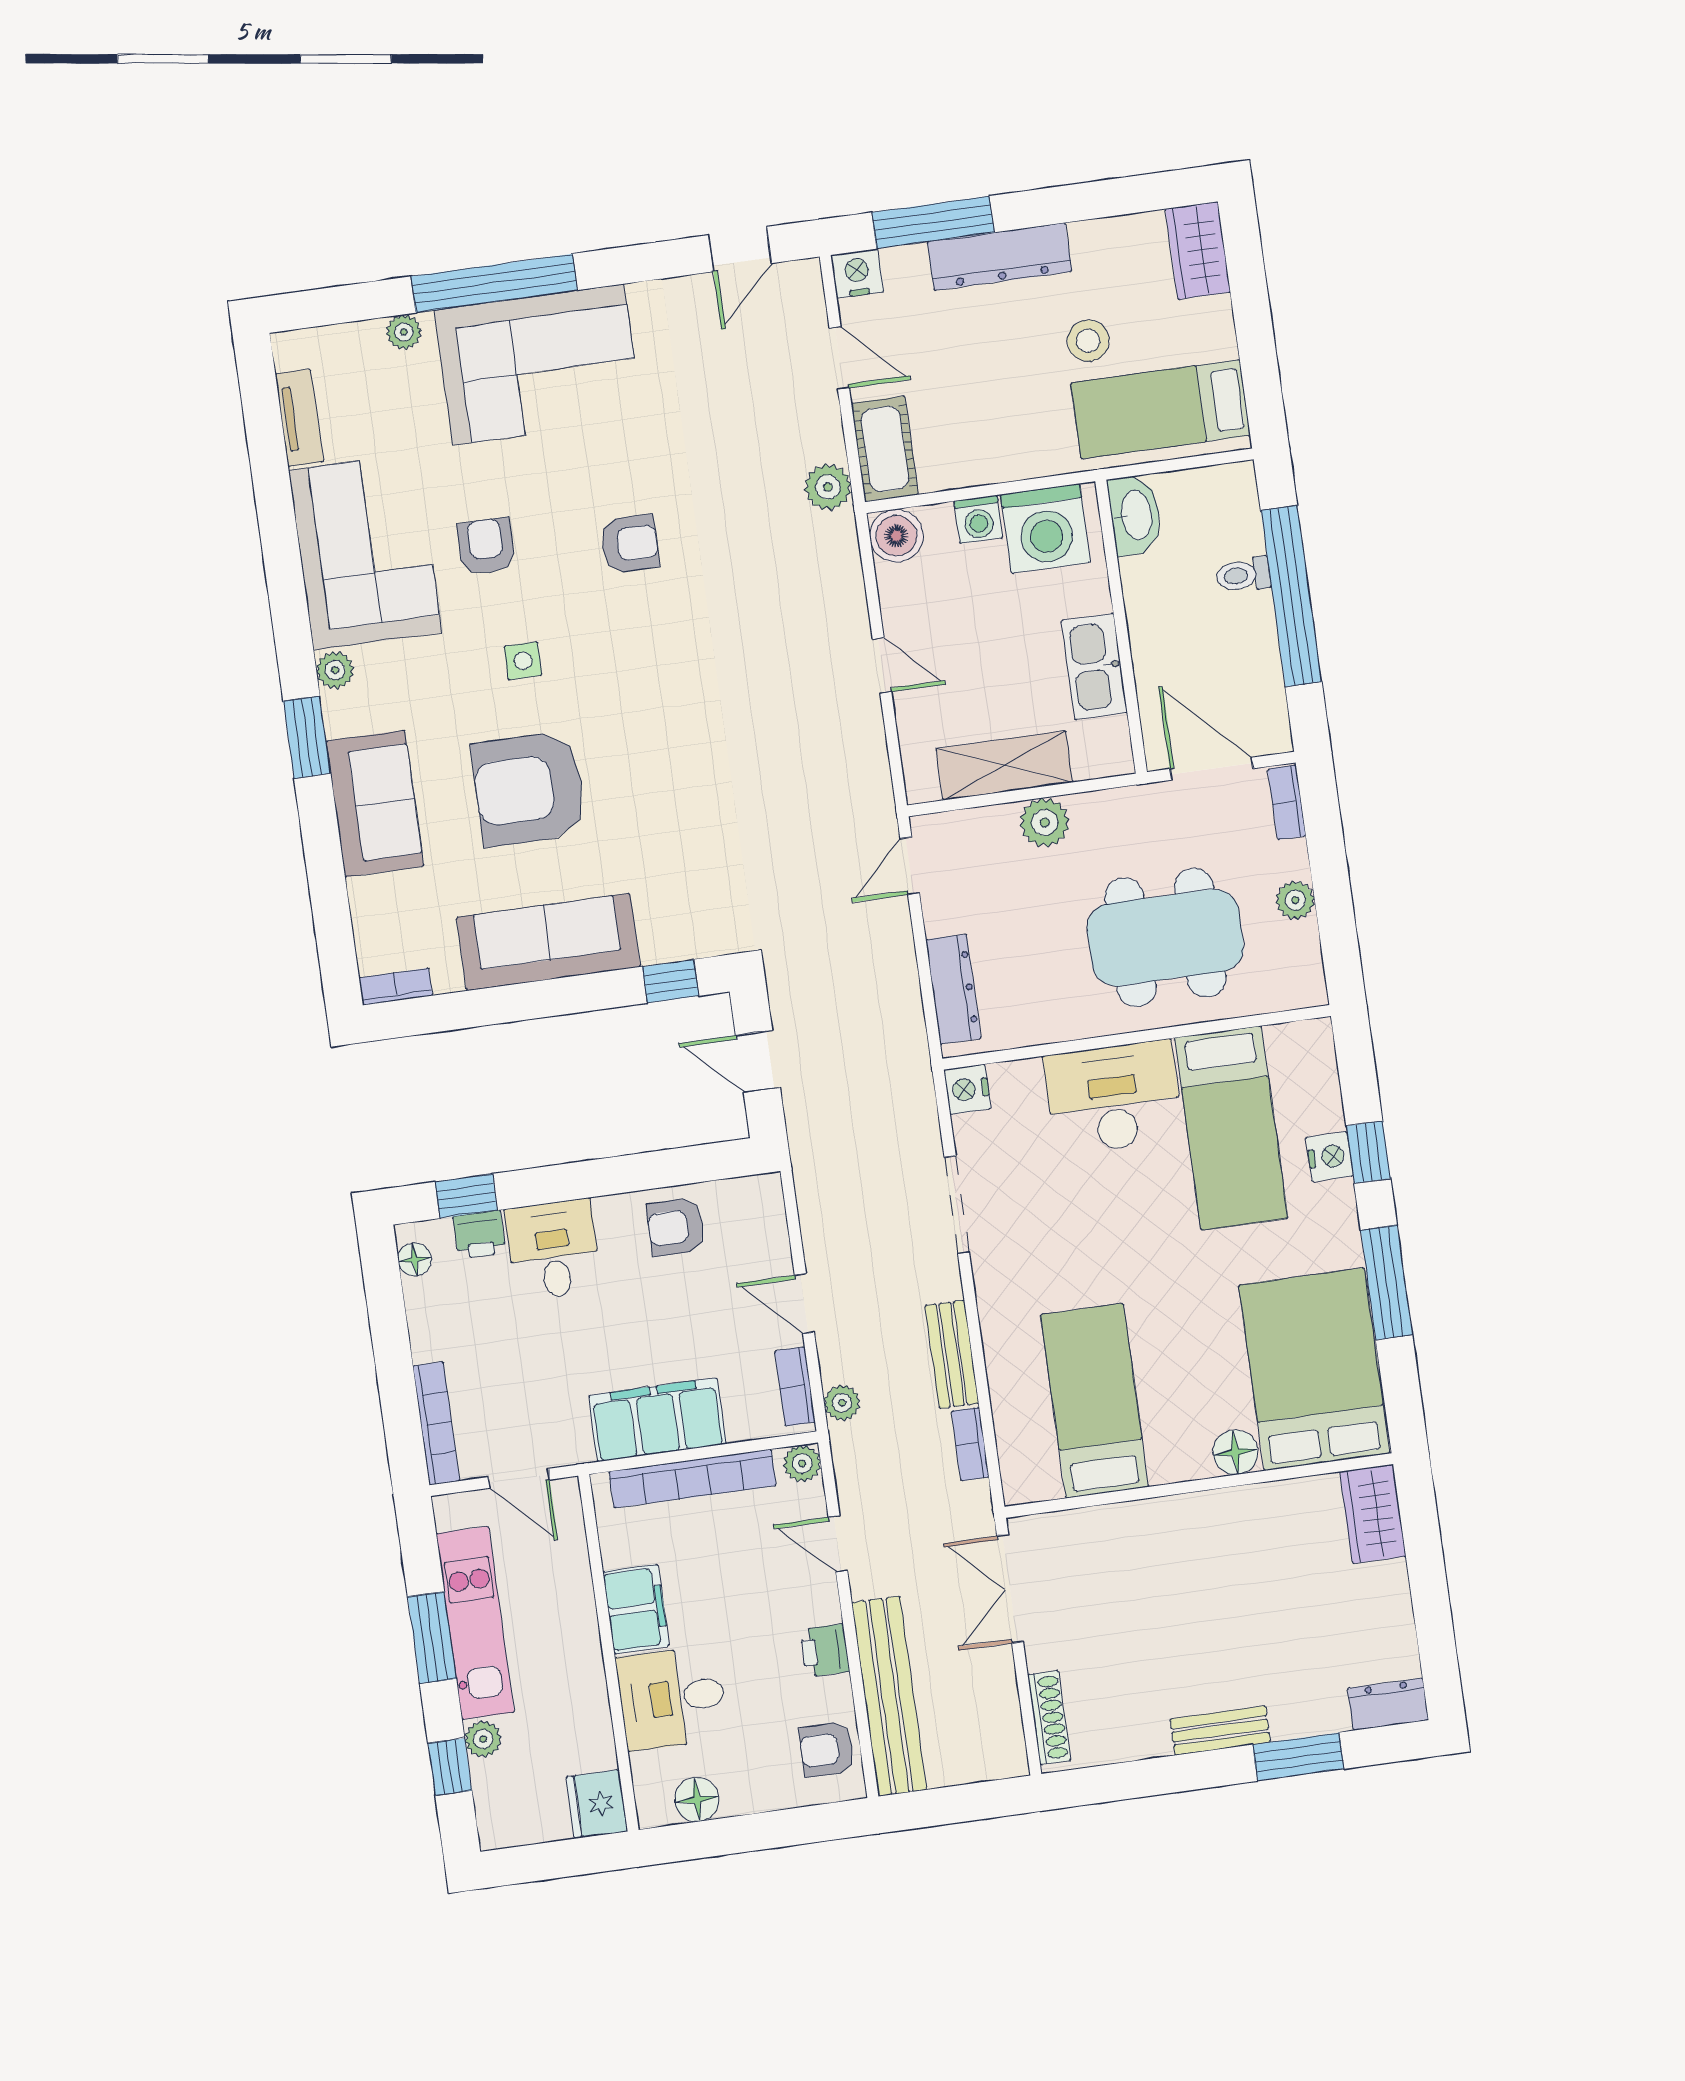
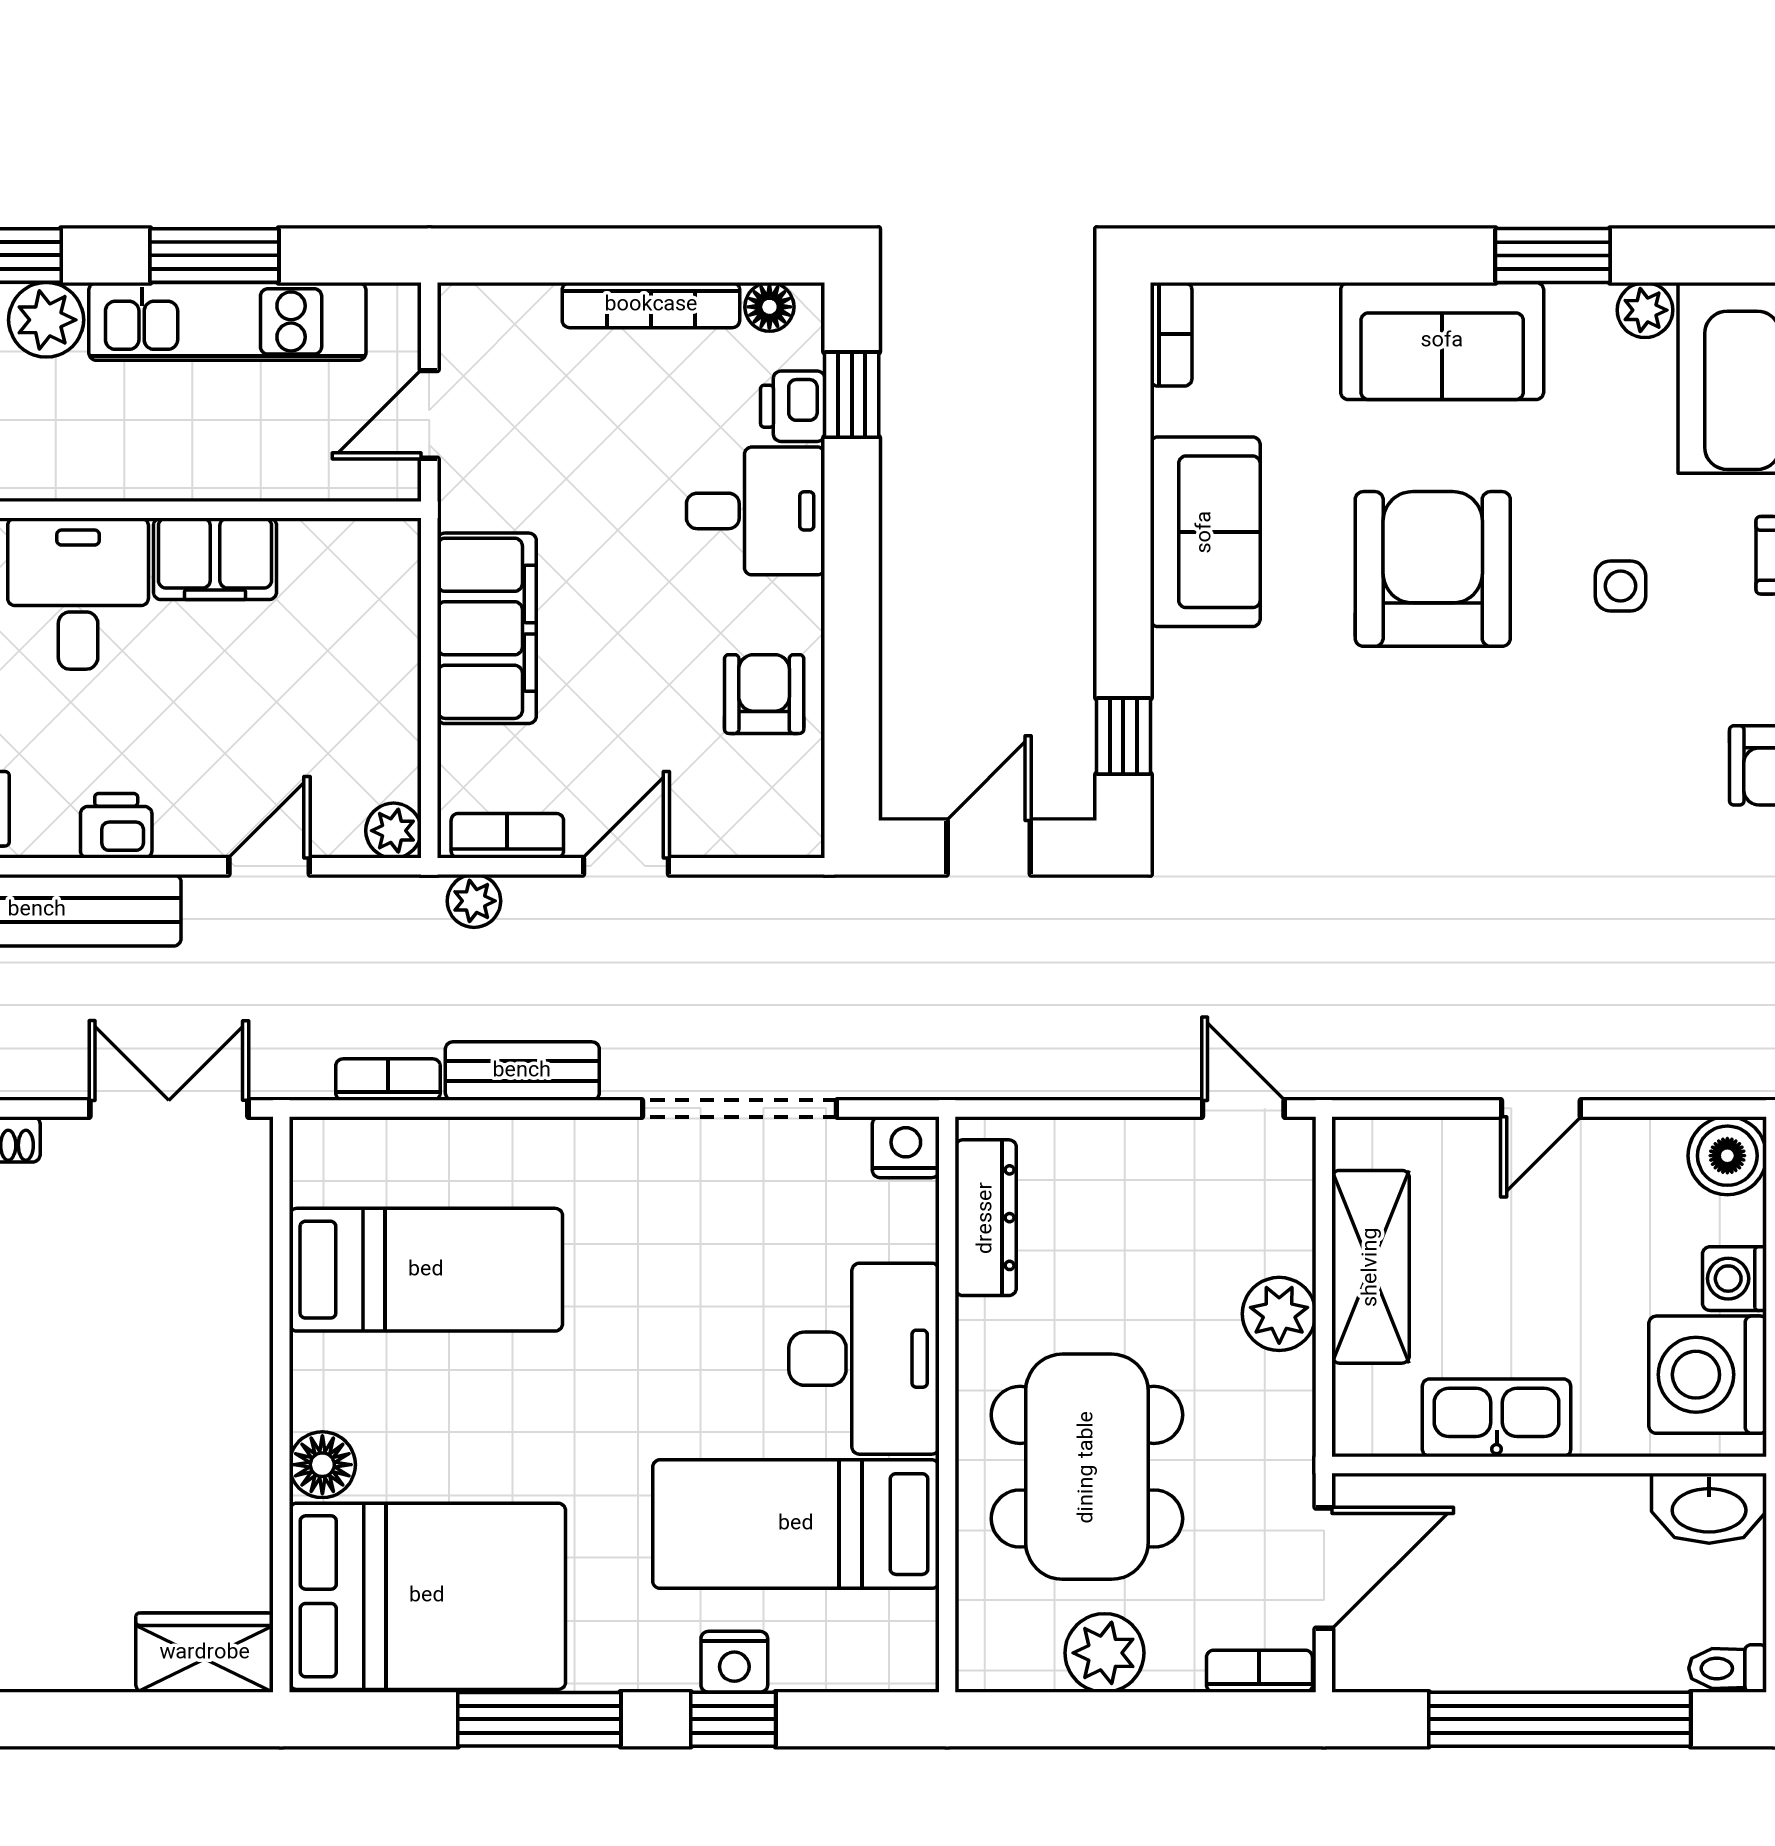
toilet: (1243, 575) -> (1728, 1668), moved, turned -90
plant: (1295, 900) -> (1104, 1653), width x1.38, depth x1.38
sofa: (548, 942) -> (1205, 532), width x0.73
dresser: (953, 989) -> (986, 1218), moved, turned -90
doorway: (957, 1205) -> (739, 1108), width x1.36
bookcase: (436, 1423) -> (651, 305), moved
bookcase: (692, 1479) -> (394, 668), removed
plant: (483, 1739) -> (46, 320), width x1.38, depth x1.38

